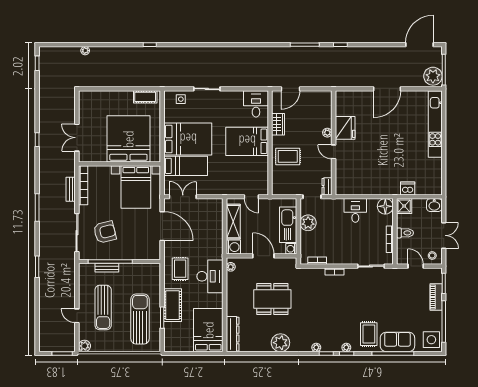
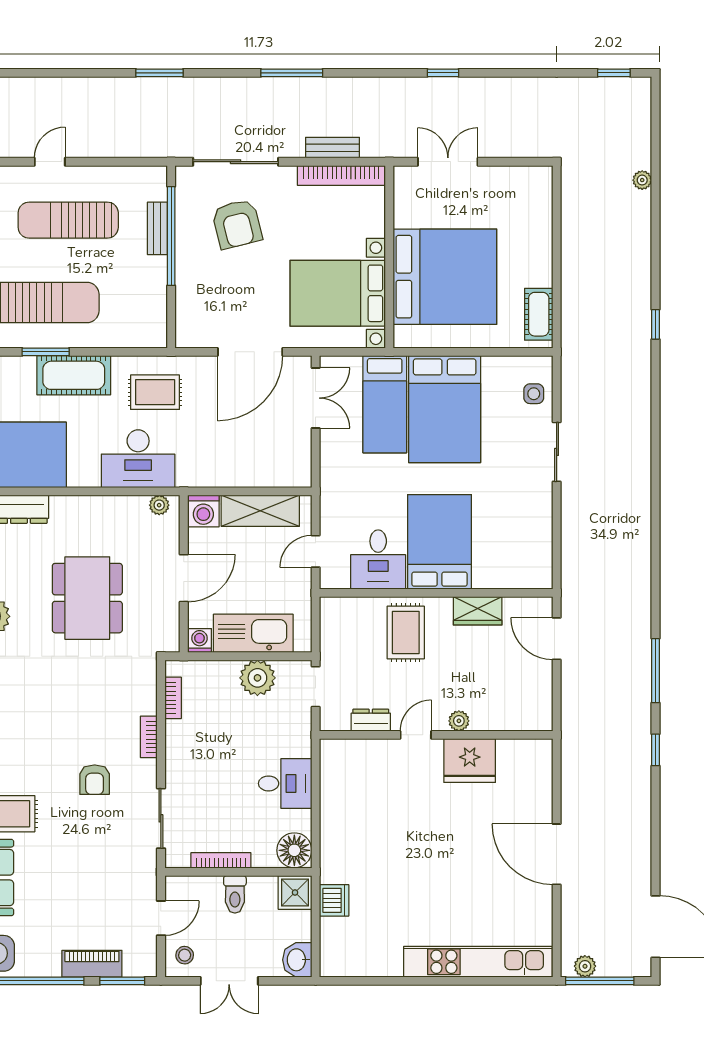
plant: (433, 76) -> (585, 966), width x0.53, depth x0.53
desk: (256, 104) -> (378, 559), moved, turned 90
dresser: (327, 186) -> (371, 720), moved
armchair: (354, 296) -> (95, 780), added

